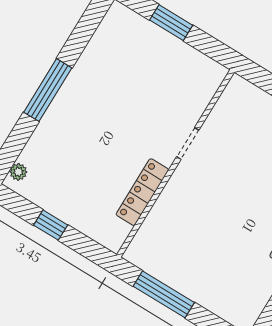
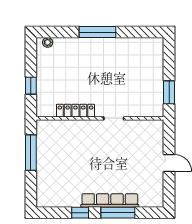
window: (171, 23) -> (169, 92), moved
window: (51, 225) -> (31, 86), moved

